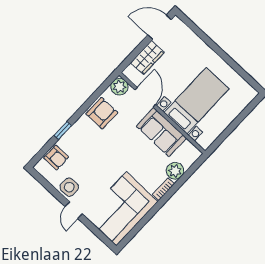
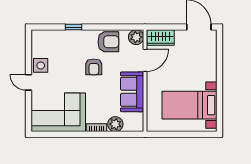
wardrobe: (147, 58) -> (160, 38), moved
bed with nightstands: (196, 101) -> (189, 105), moved, turned 180
armchair: (56, 158) -> (94, 67), moved
door: (74, 210) -> (28, 82), hinge flipped

